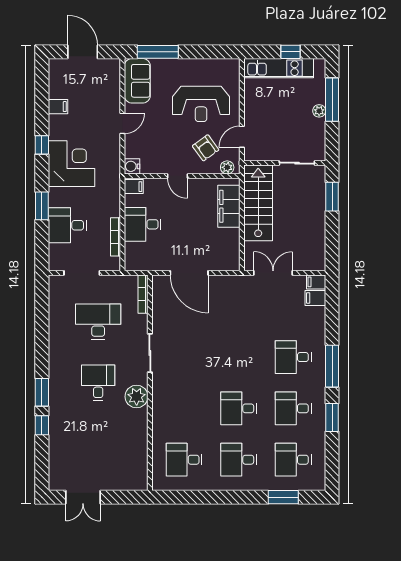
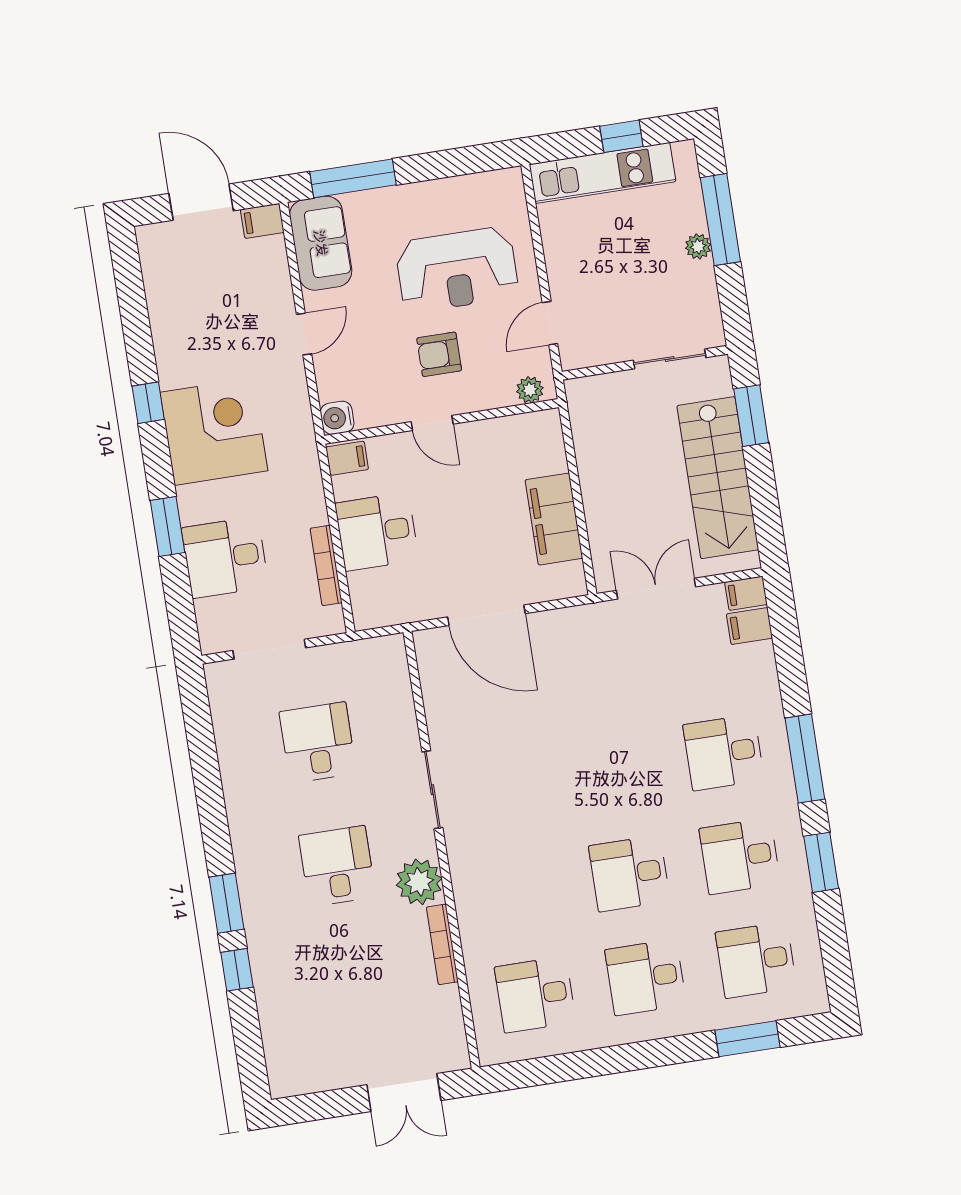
filing cabinet: (58, 107) -> (262, 221), moved, turned 180
armchair: (206, 148) -> (439, 354), moved, turned 126
stairs: (258, 203) -> (718, 478), moved, turned 180
filing cabinet: (229, 206) -> (554, 519), moved
bookcase: (143, 294) -> (442, 944), moved
desk: (98, 322) -> (318, 742), width x0.73
double door: (83, 497) -> (404, 1093), moved

